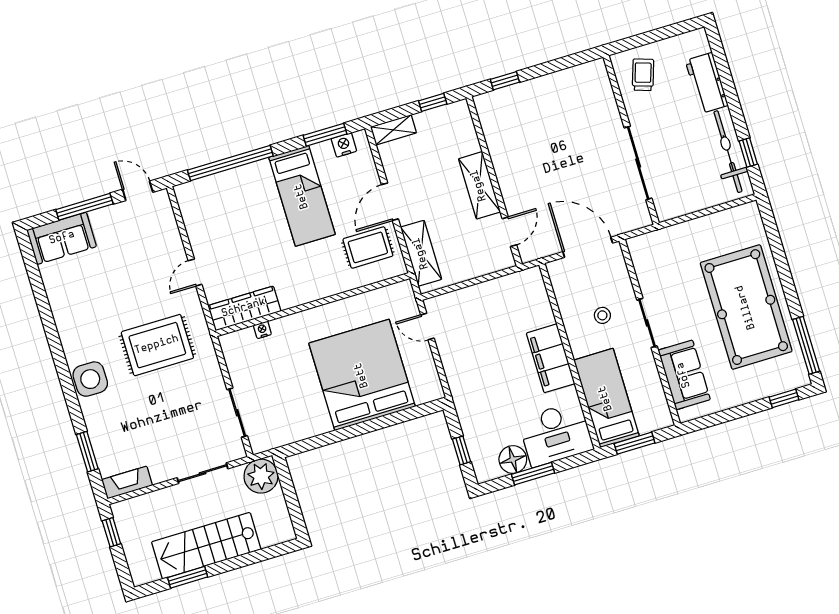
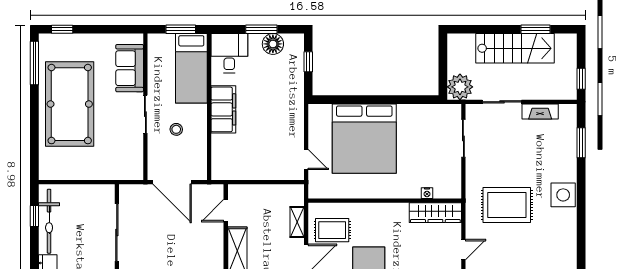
shelving: (421, 253) -> (297, 222), width x0.67, depth x0.75
desk: (556, 434) -> (229, 53), width x0.73
fireplace: (127, 483) -> (540, 111), moved

